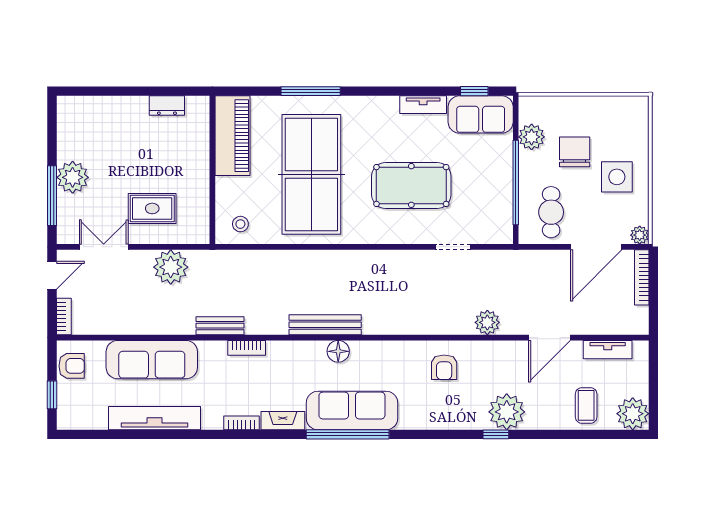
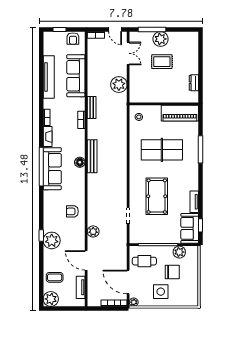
table tennis table: (311, 174) -> (162, 150), width x0.73, depth x0.76
rug: (152, 208) -> (162, 62), moved, turned 90

